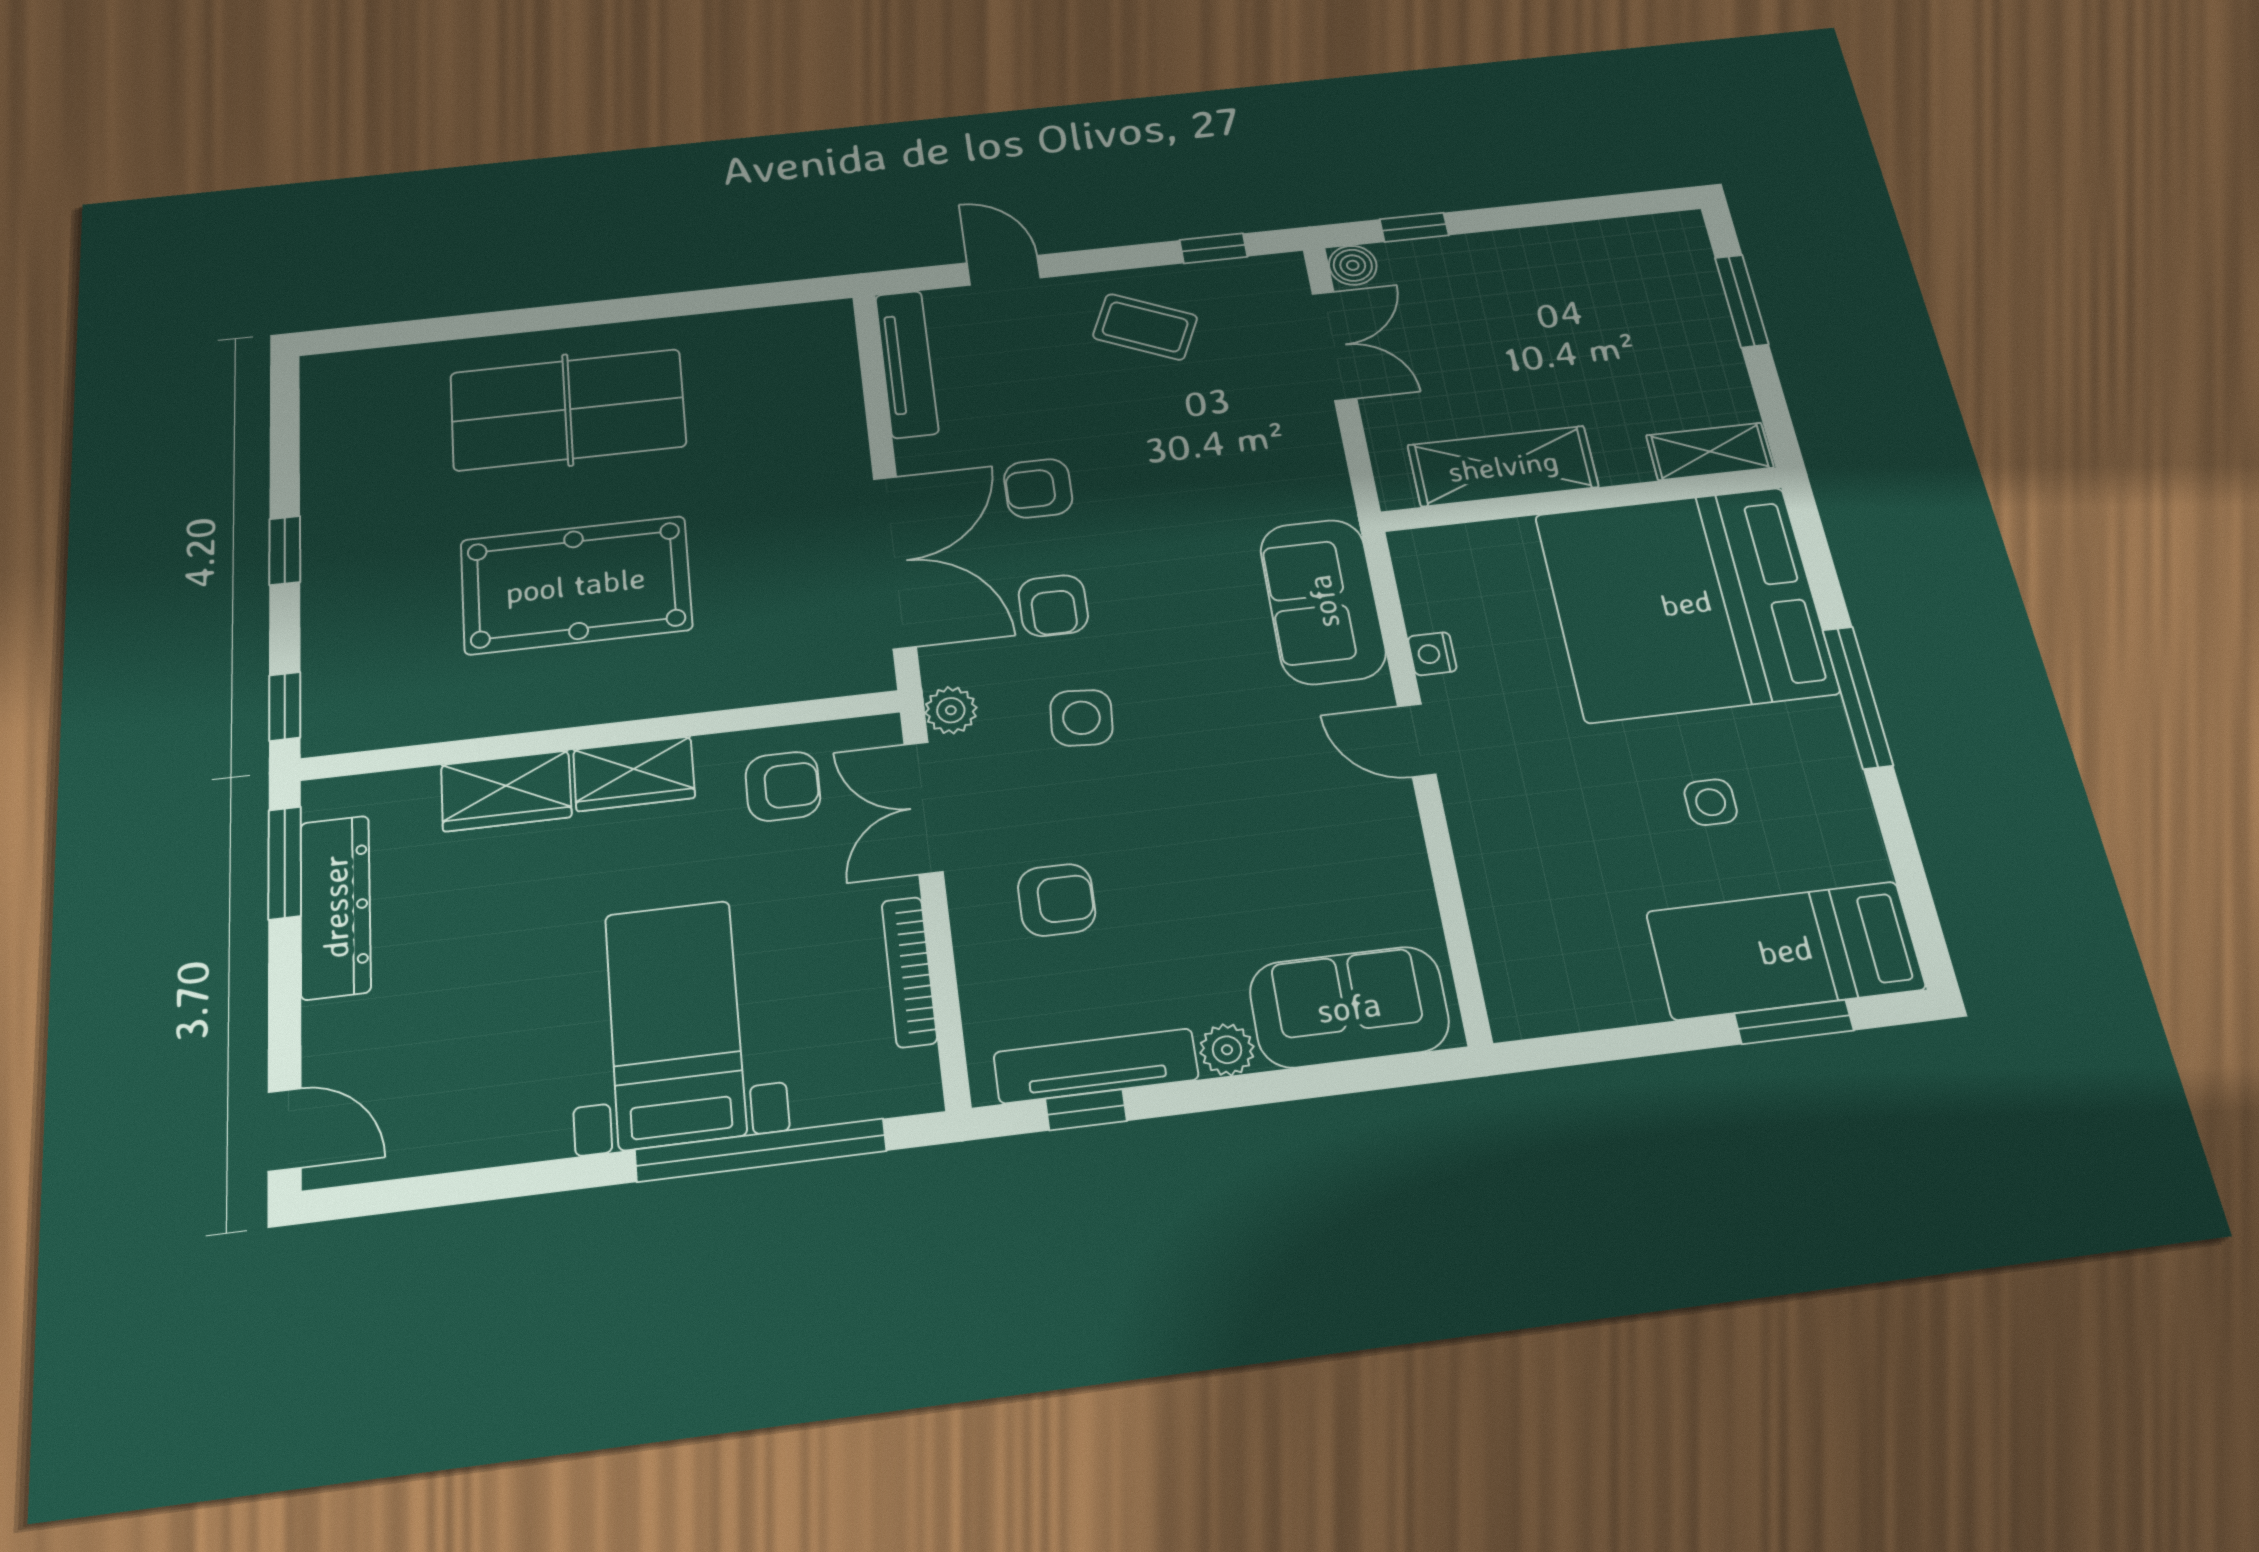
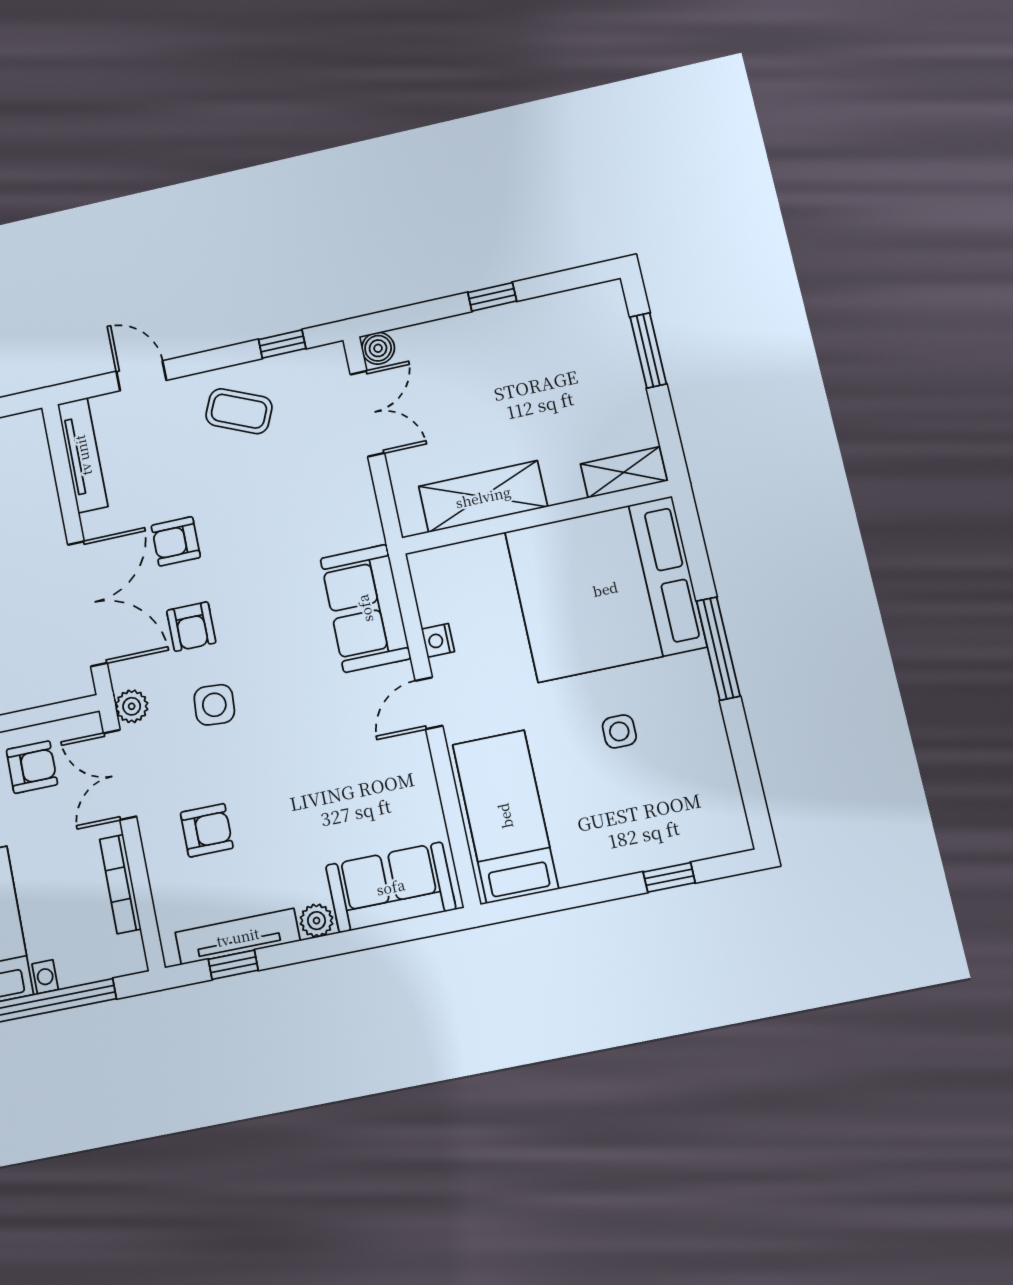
window: (1414, 227) -> (492, 297), moved
door: (1417, 740) -> (429, 703), hinge flipped
bed: (1785, 950) -> (505, 816), moved, turned 90
window: (1794, 1022) -> (669, 877), width x0.67

